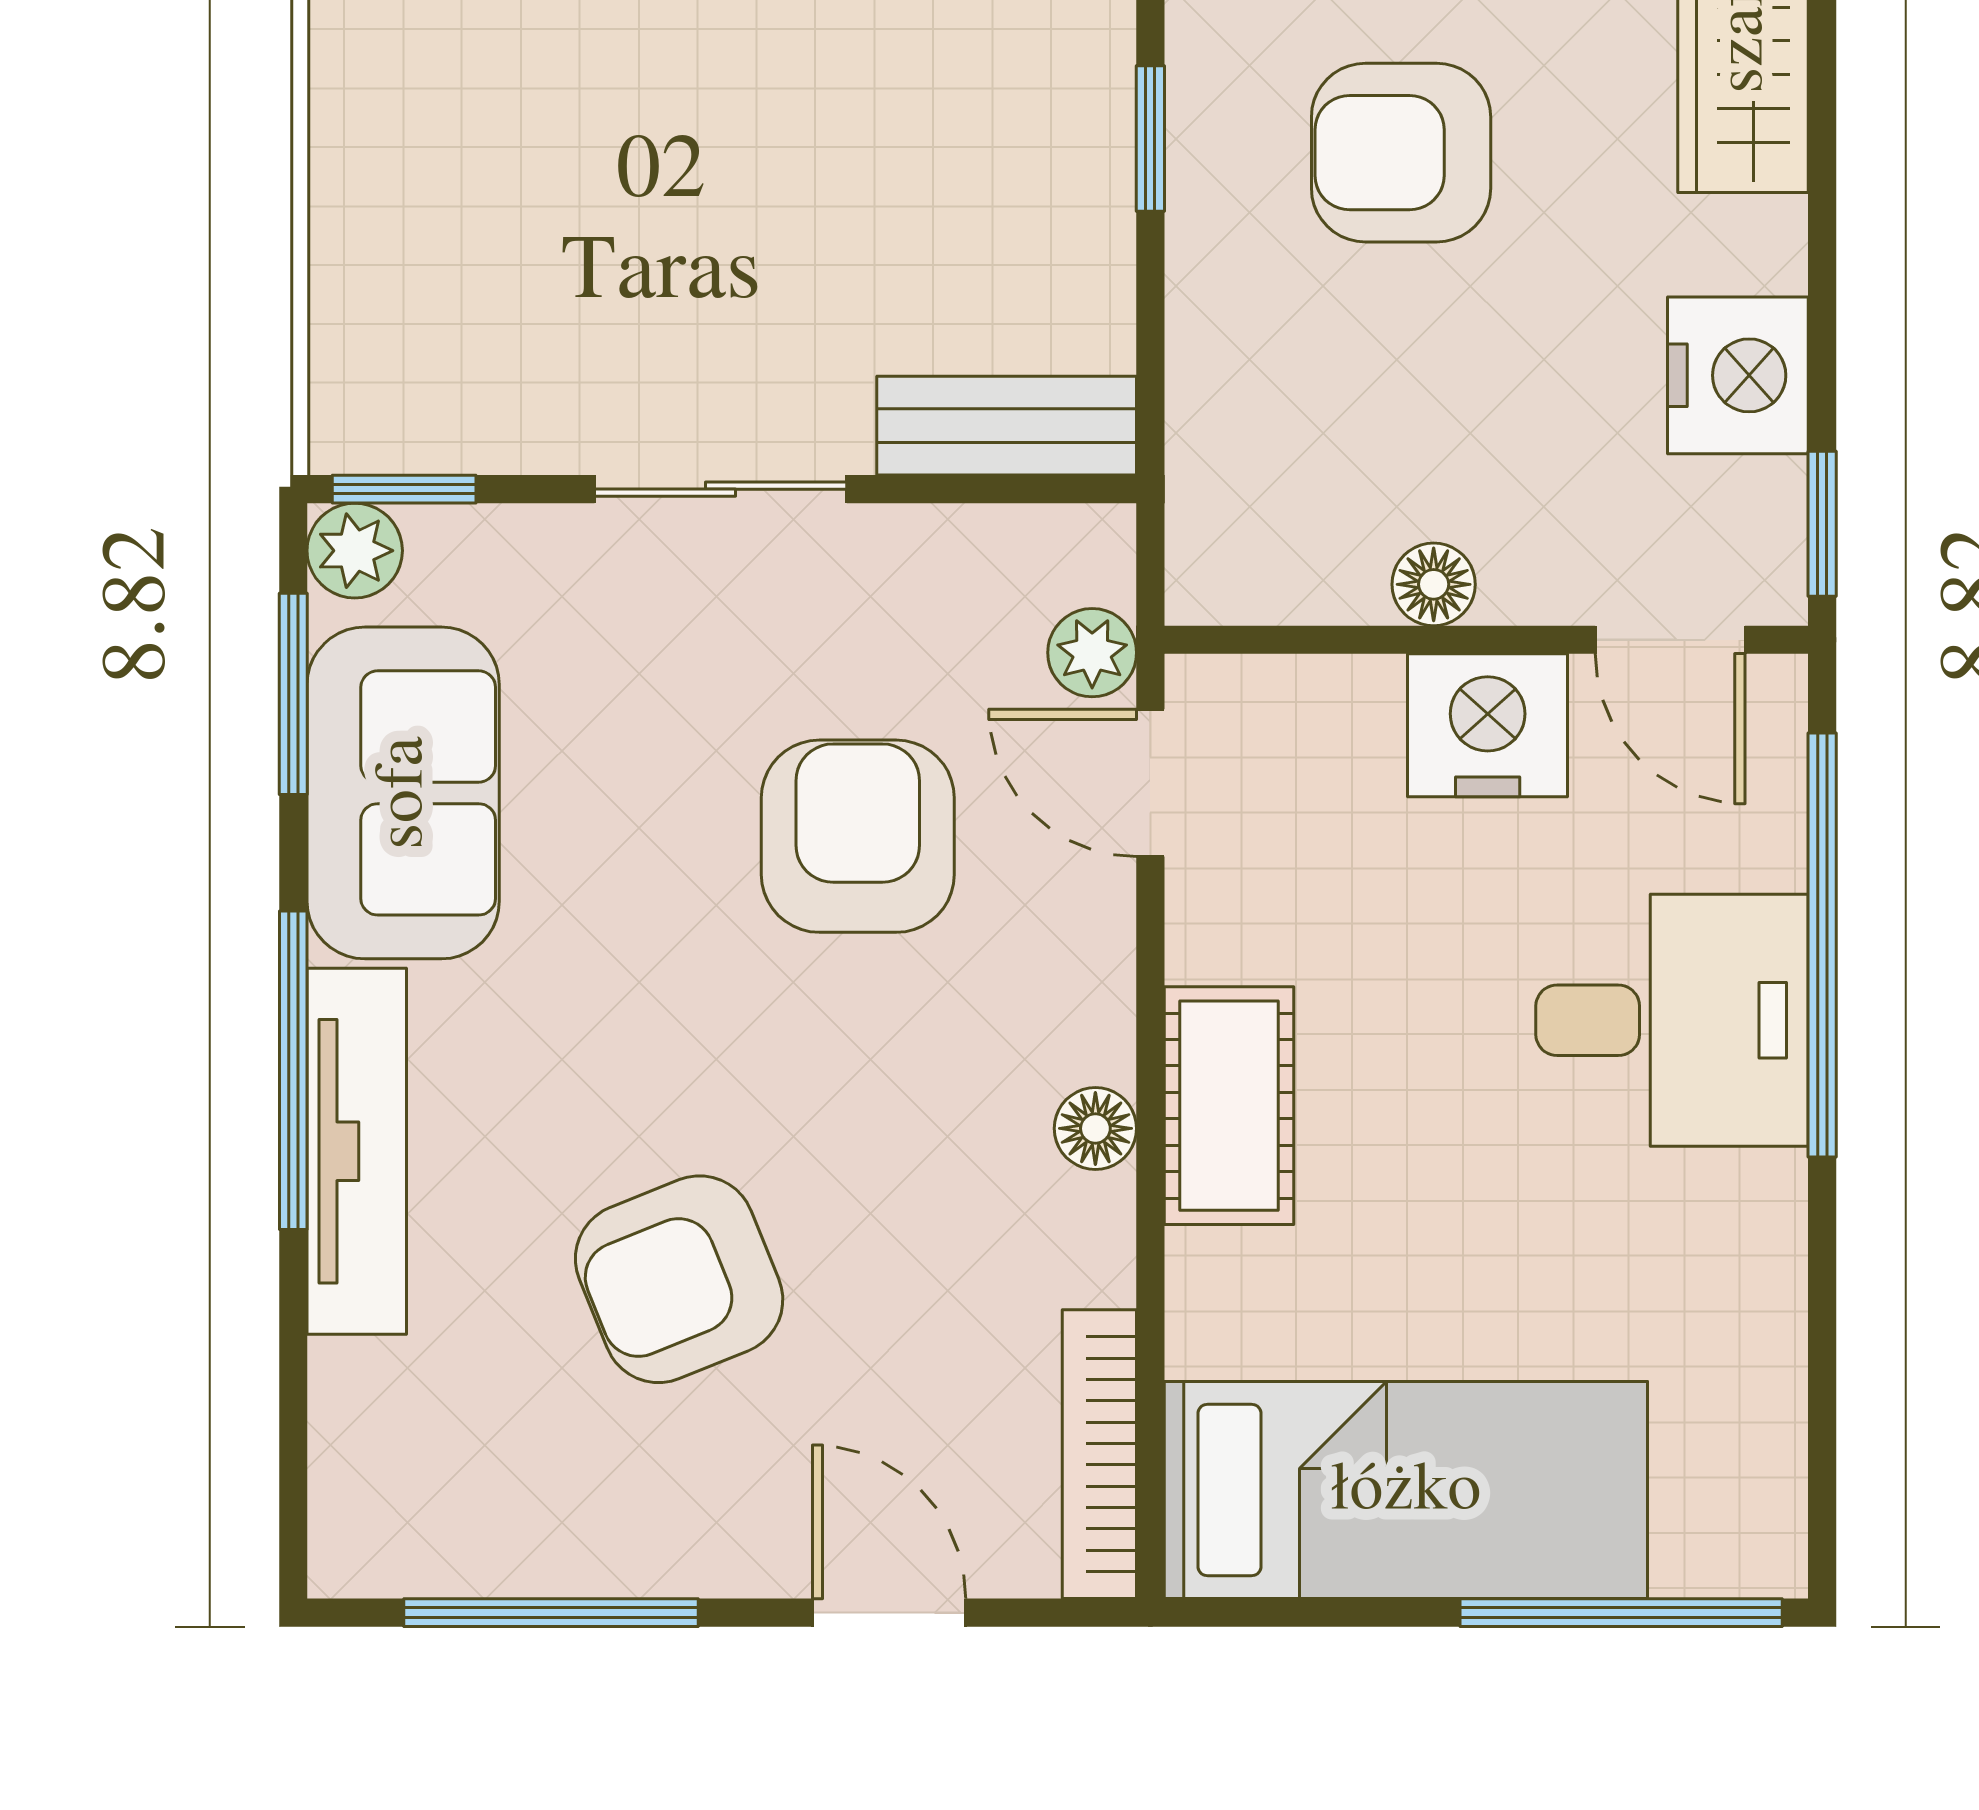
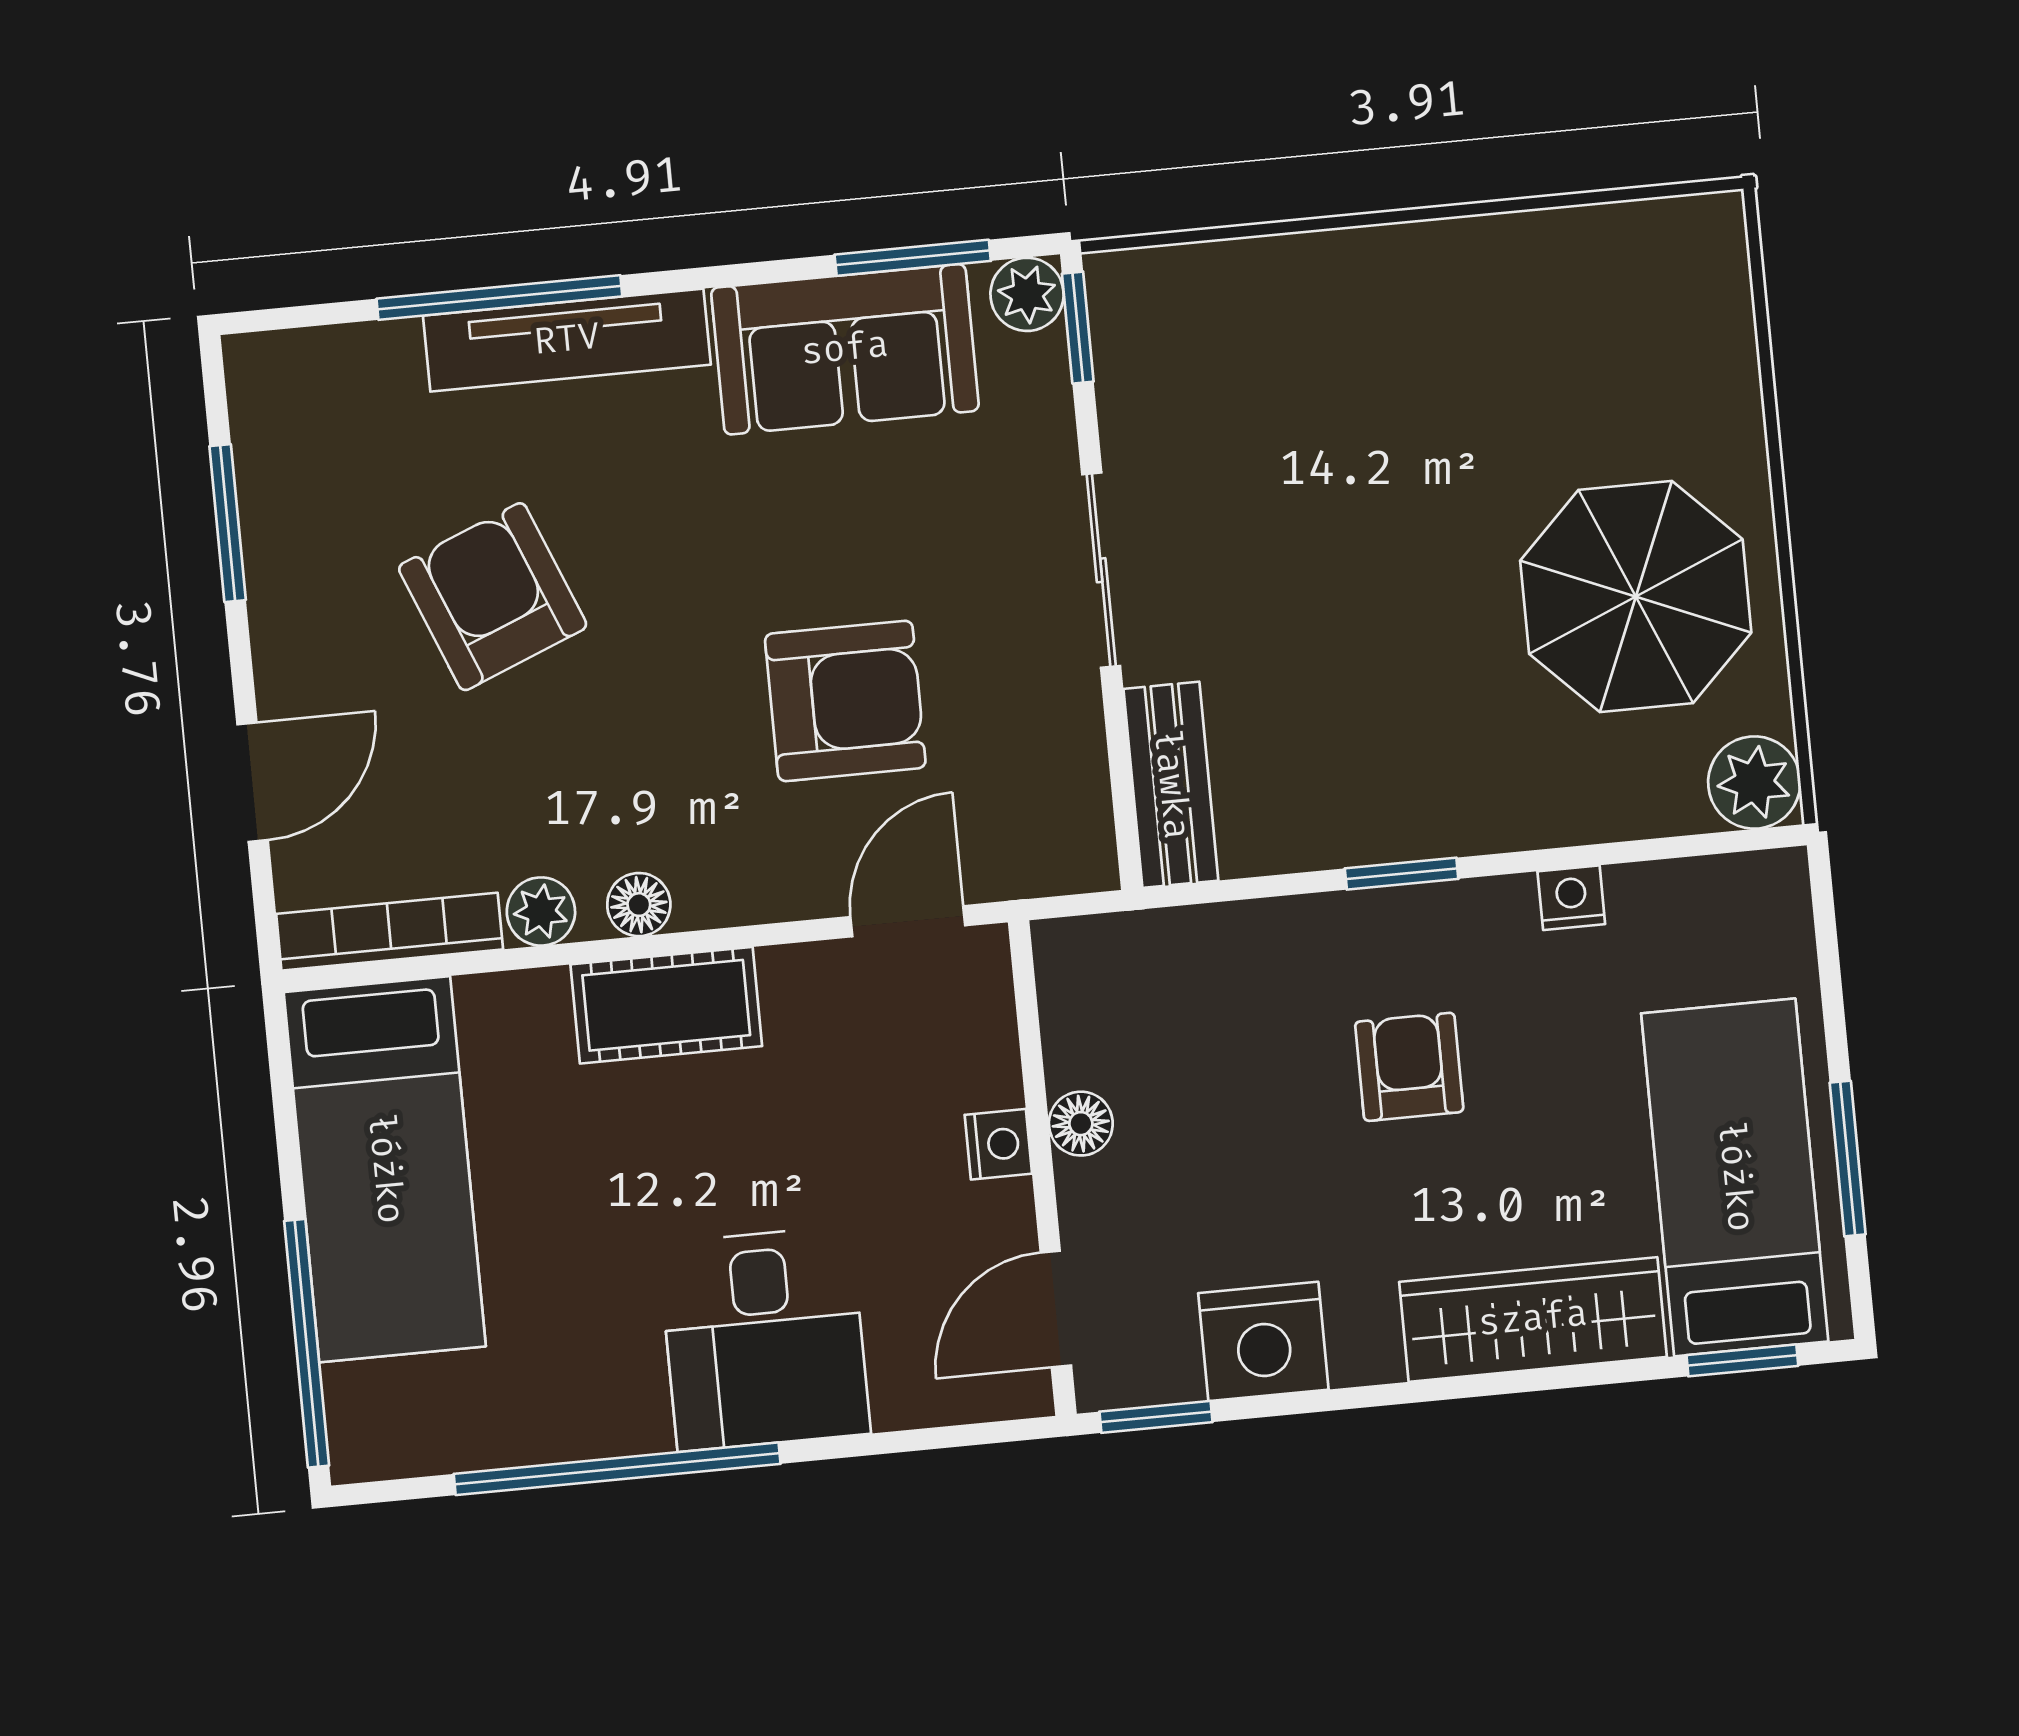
armchair: (1401, 153) -> (1409, 1067), width x0.72, depth x0.72
plant: (1092, 653) -> (541, 911), moved
nightstand: (1488, 725) -> (998, 1144), width x0.53, depth x0.56
window: (1822, 945) -> (617, 1469), moved
window: (293, 1070) -> (499, 298), moved
window: (551, 1613) -> (228, 523), width x0.69

